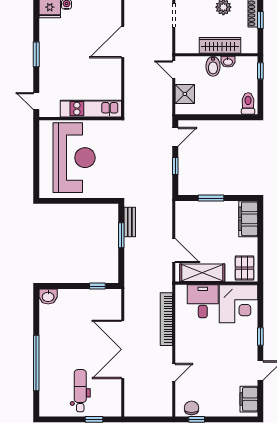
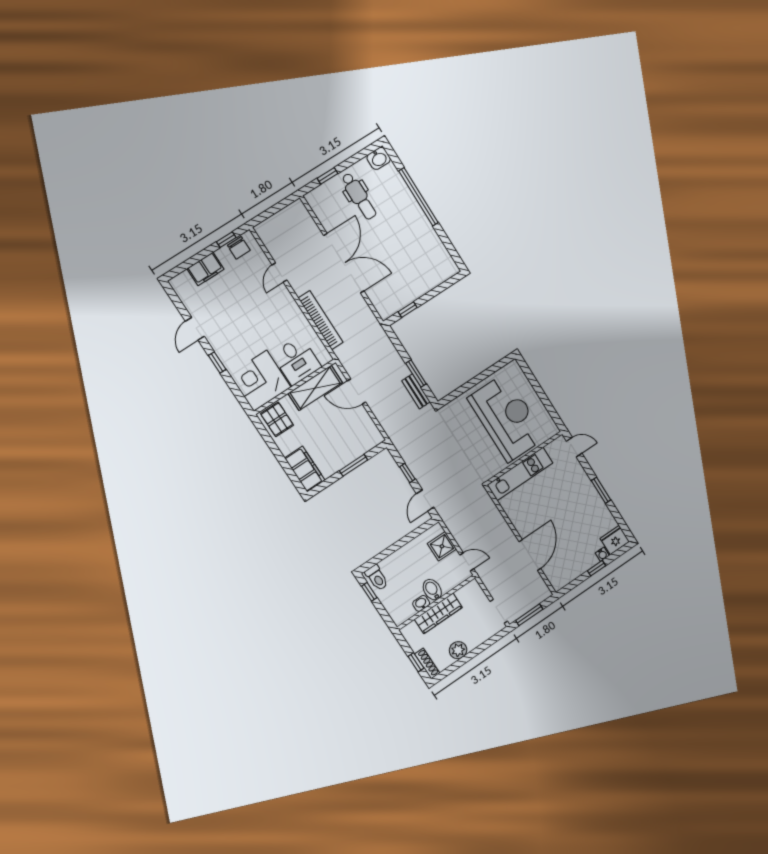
window: (260, 71) -> (369, 592), moved
reception desk: (74, 158) -> (507, 418), turned 180
washbasin: (48, 296) -> (379, 158), moved, turned 180
filing cabinet: (249, 399) -> (206, 269), moved, turned 90

